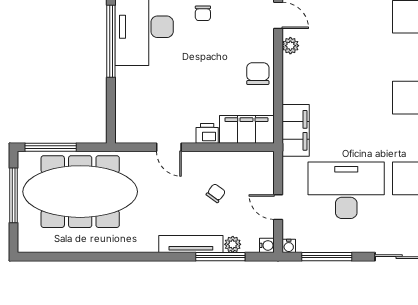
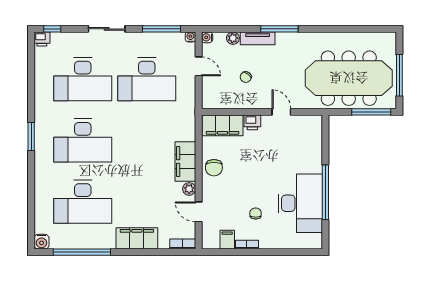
filing cabinet: (296, 130) -> (185, 162), moved
tv unit: (191, 244) -> (258, 38), width x0.71
window: (220, 257) -> (279, 29), moved

